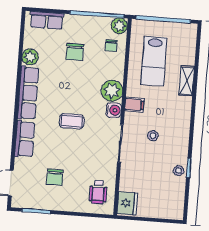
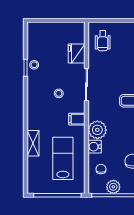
plant: (119, 26) -> (113, 187), moved
water cooler: (114, 110) -> (95, 147), moved
wheelchair: (98, 192) -> (103, 41), turned 180
fridge: (127, 203) -> (77, 53), moved

